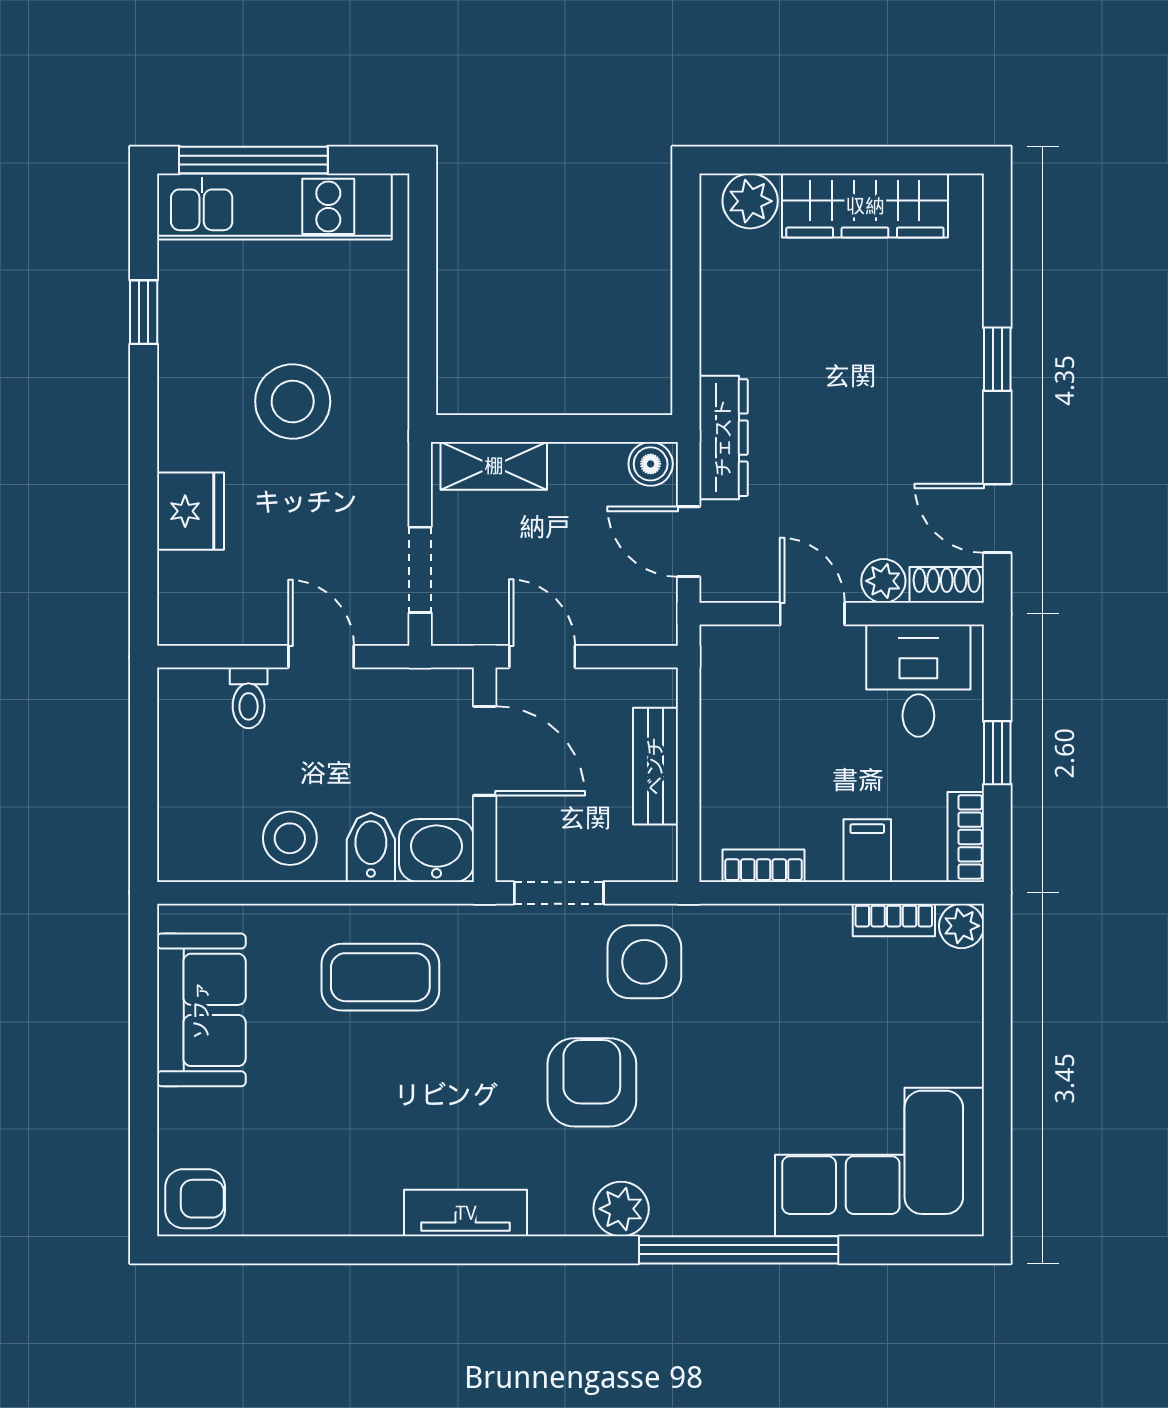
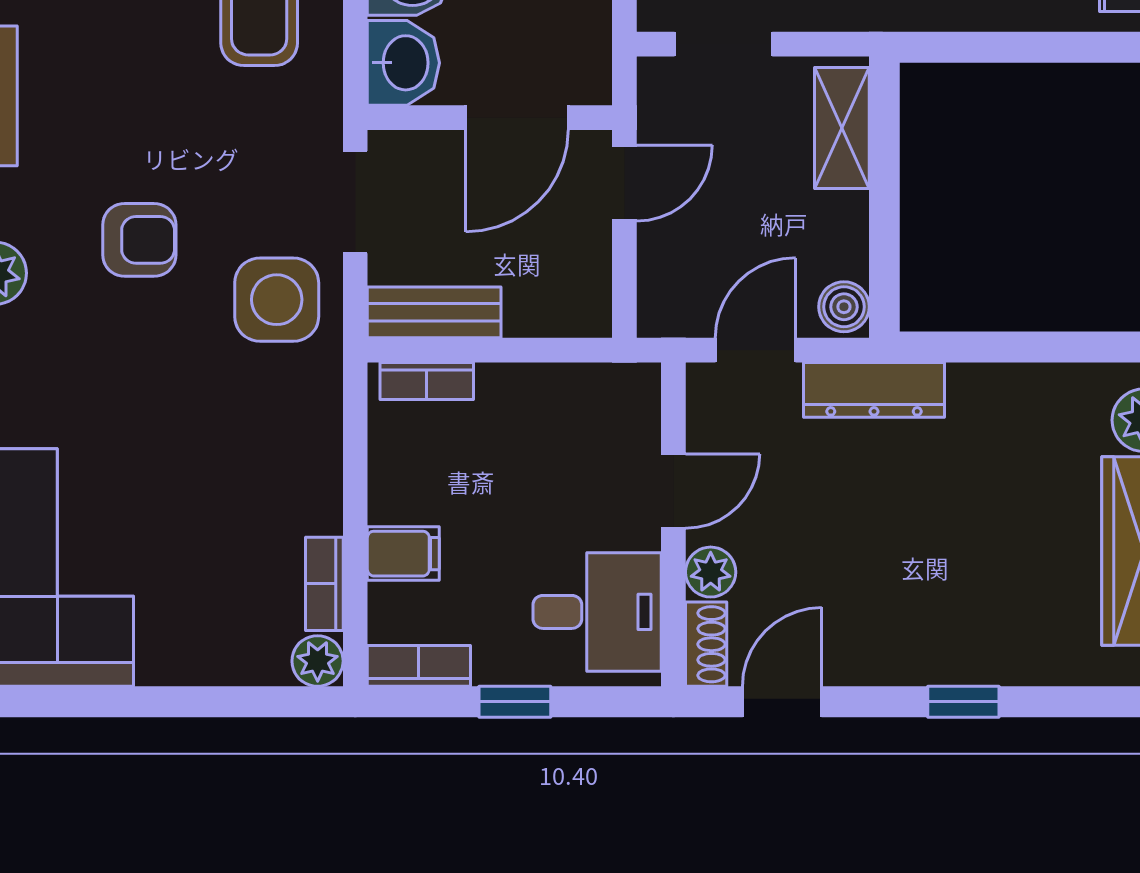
bench: (655, 766) -> (434, 312), moved
bookcase: (764, 866) -> (427, 381), moved, turned 90
armchair: (592, 1082) -> (139, 240), width x0.72, depth x0.72

